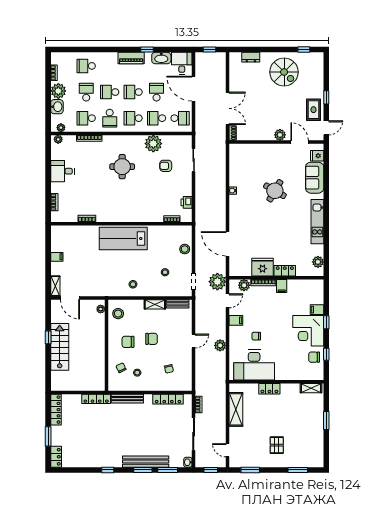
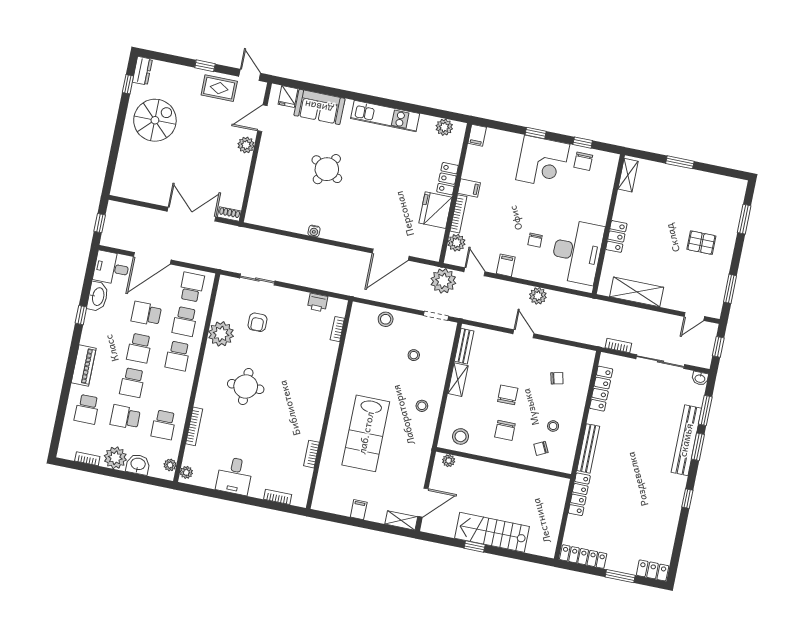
dresser: (251, 57) -> (142, 71), moved
piano: (131, 58) -> (84, 366), moved
school desk: (110, 118) -> (171, 390), removed
lab bench: (123, 239) -> (366, 433), moved
filing cabinet: (317, 310) -> (477, 135), moved

